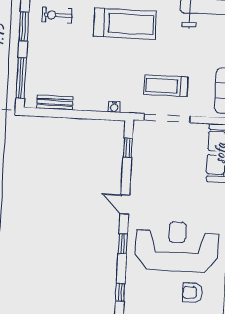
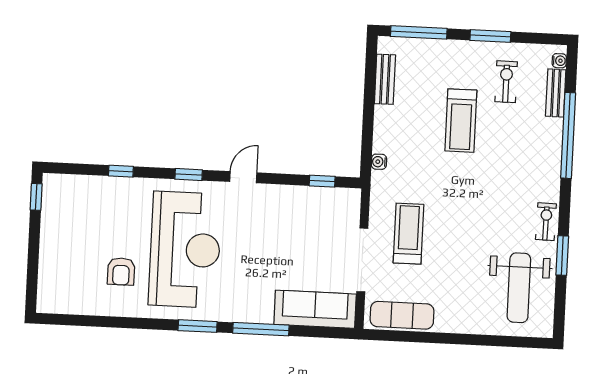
treadmill: (125, 24) -> (461, 121), moved, width x0.73, depth x0.73
doorway: (167, 118) -> (362, 260), moved
armchair: (192, 293) -> (121, 271), turned 180

